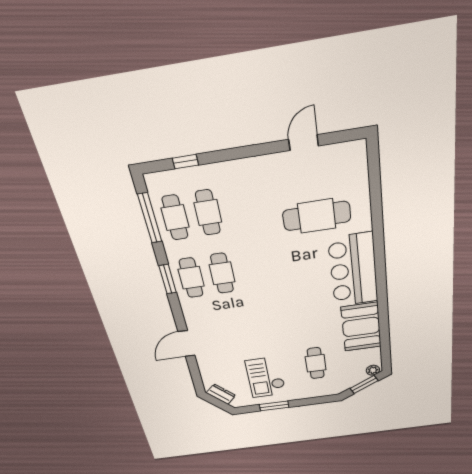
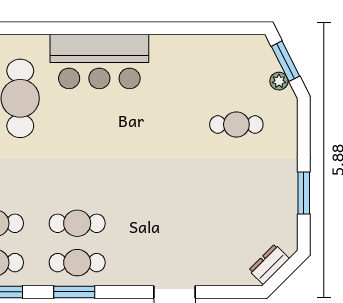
booth: (361, 327) -> (186, 58), removed
plant: (373, 370) -> (279, 81), moved
checkout: (266, 377) -> (249, 196), removed

